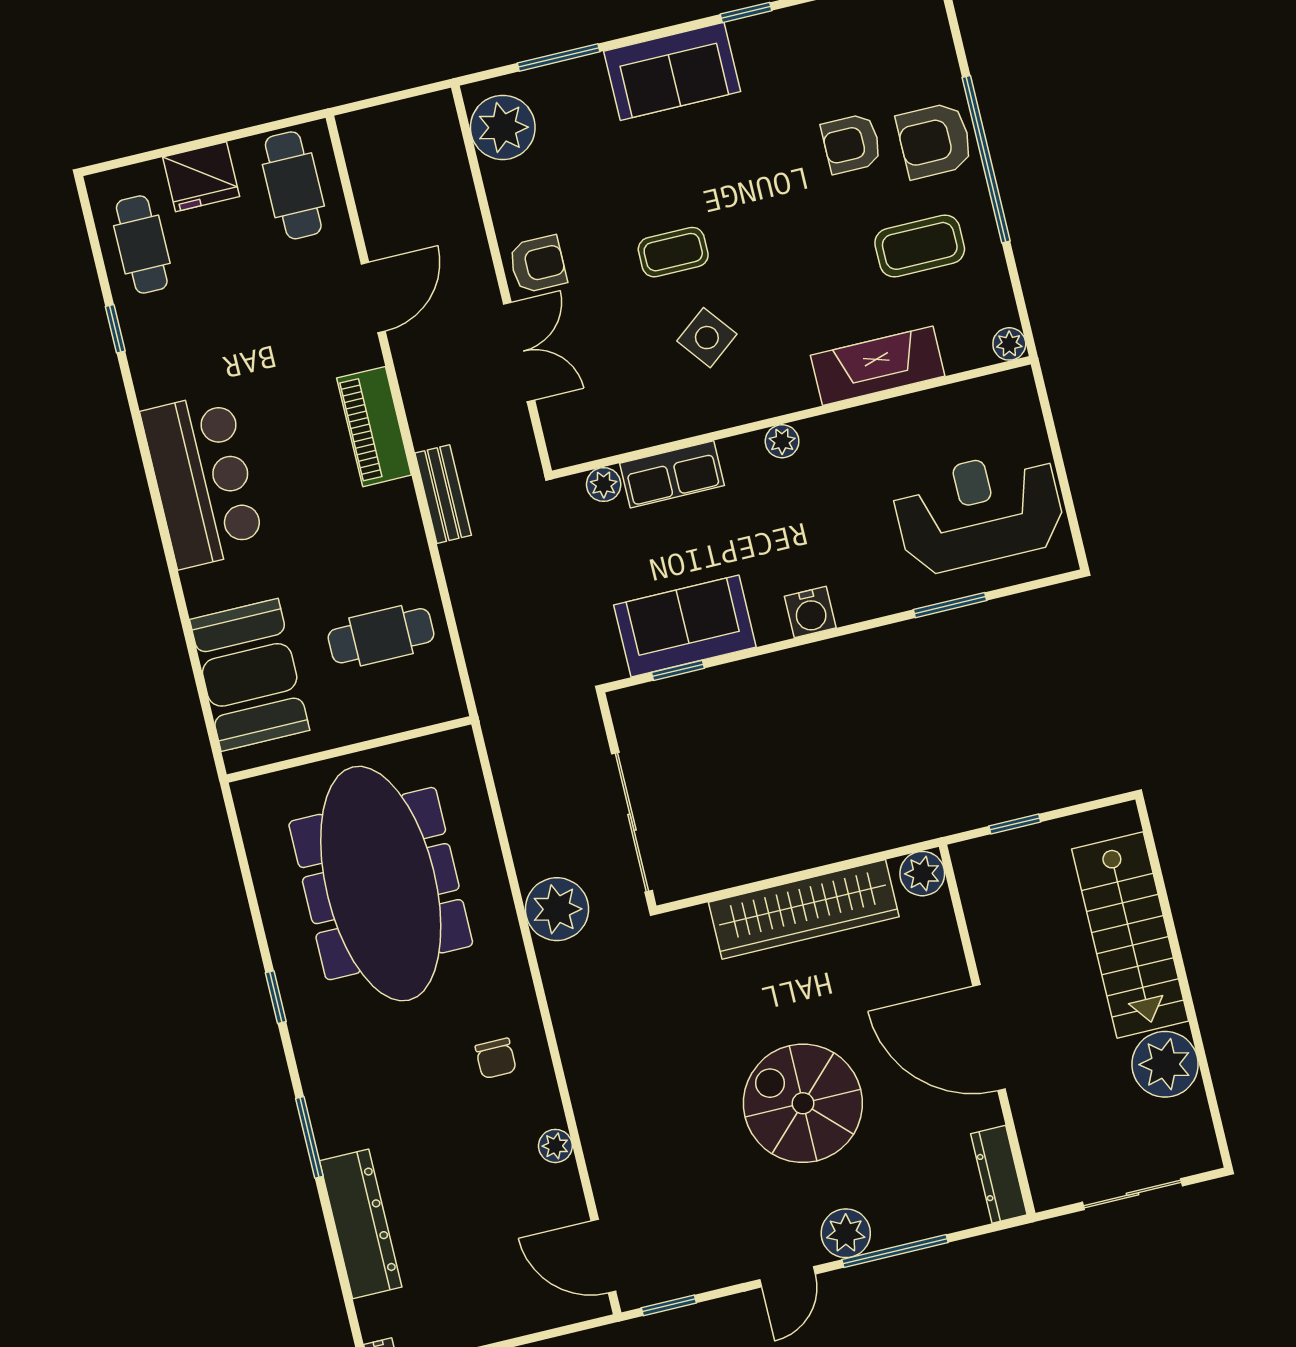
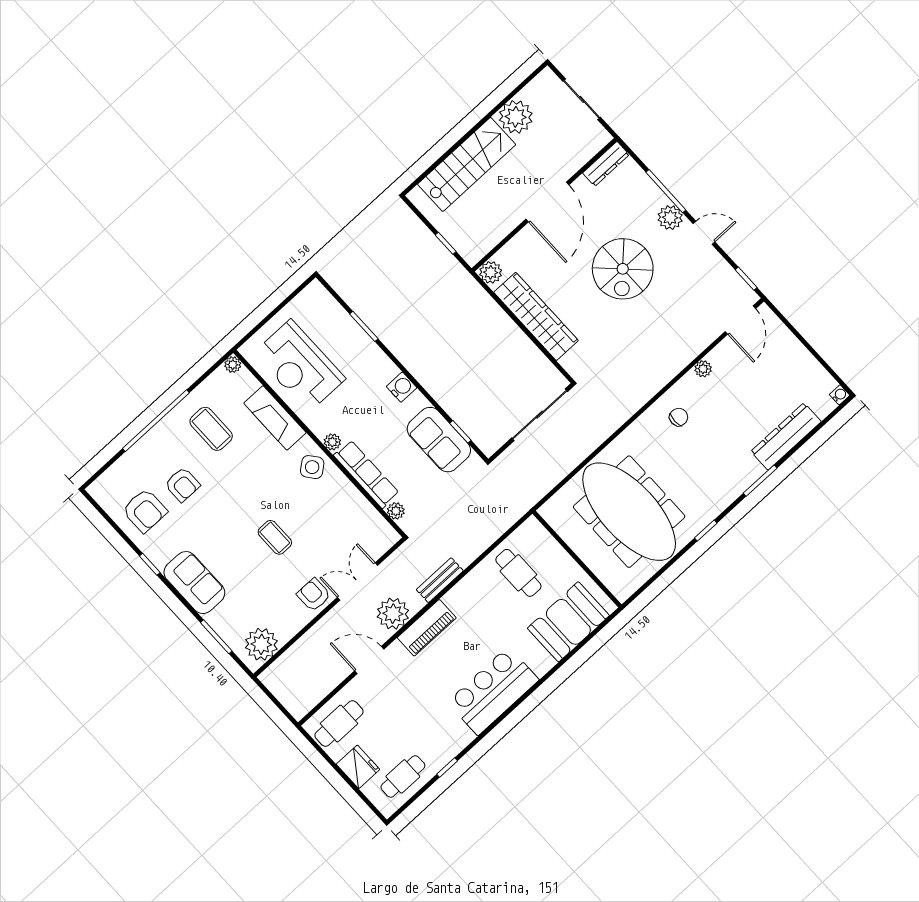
armchair: (935, 141) -> (145, 511), moved
side table: (707, 338) -> (312, 467), moved
row of seats: (672, 474) -> (366, 474), width x1.48
reception desk: (979, 511) -> (300, 366), moved
meeting table: (381, 884) -> (629, 512), turned 90
plant: (557, 909) -> (393, 614), moved

